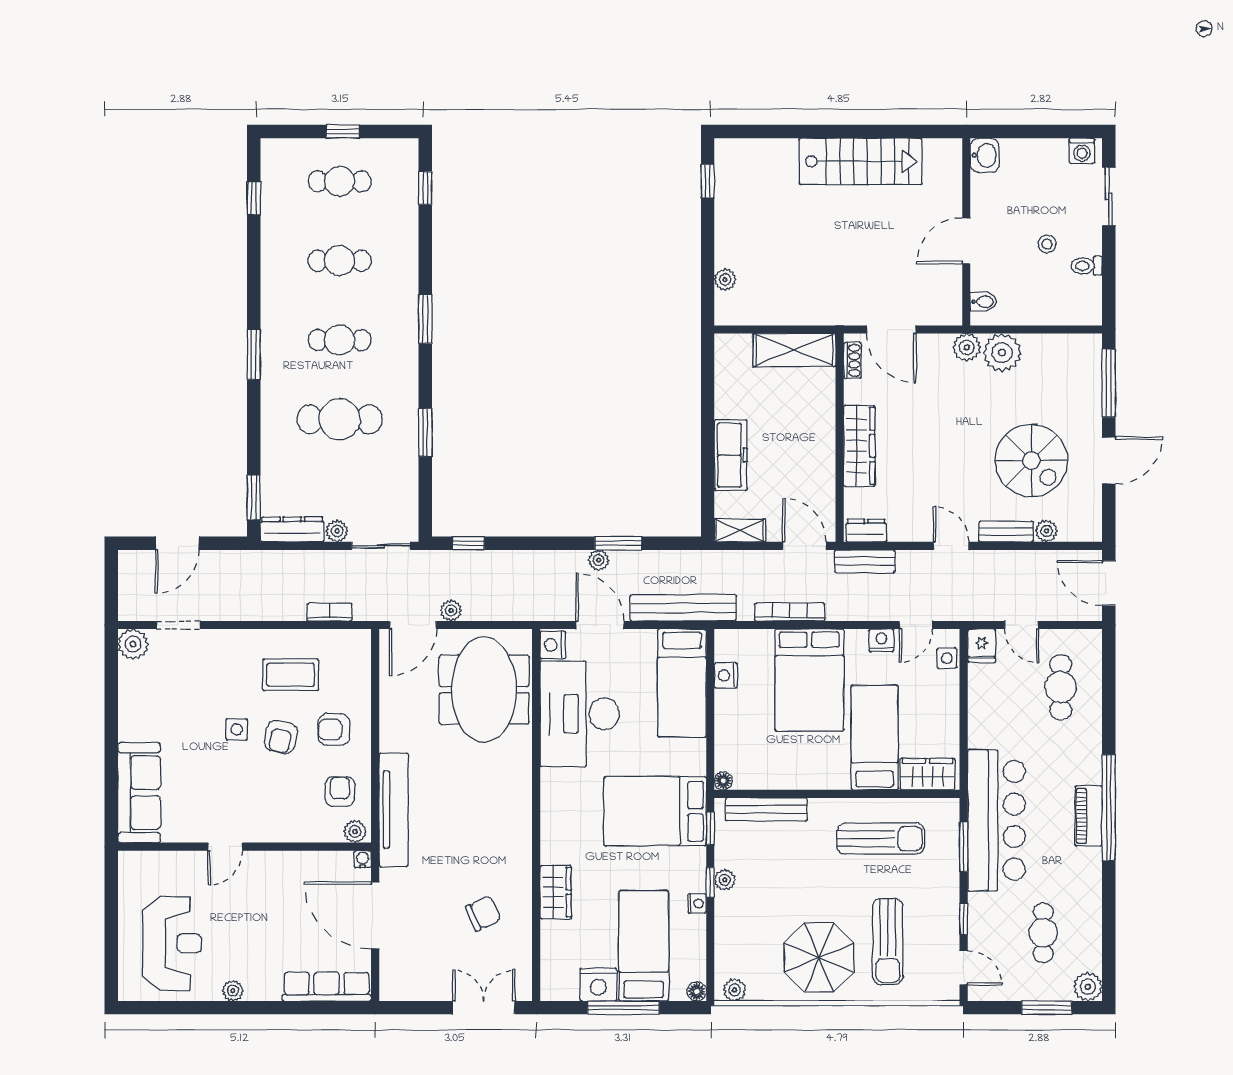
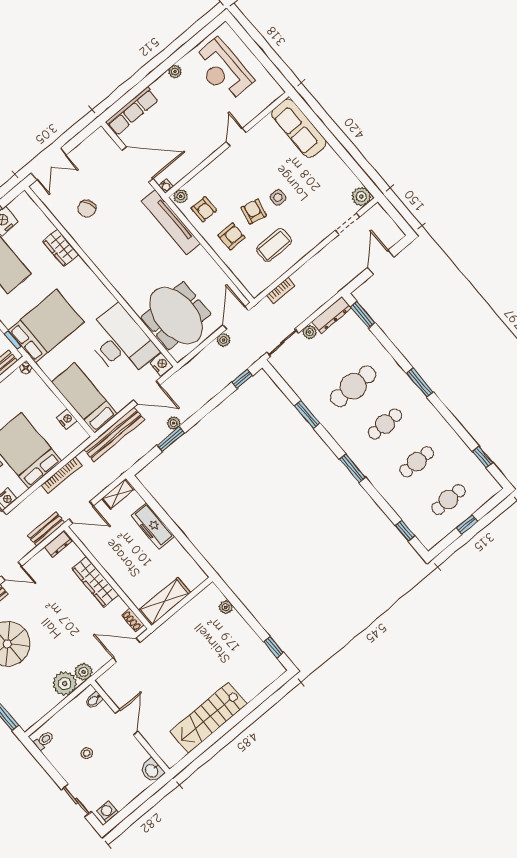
toilet: (1087, 266) -> (44, 740), moved

